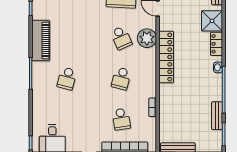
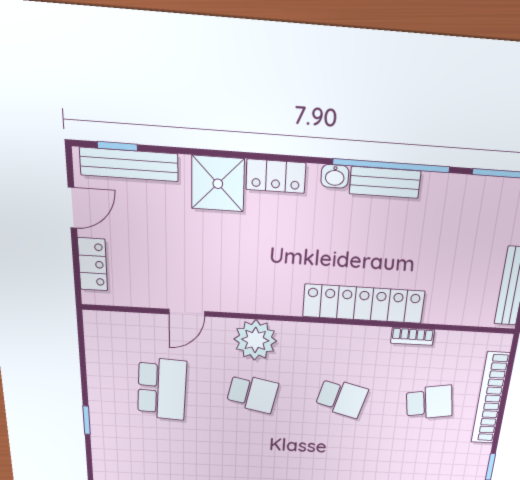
school desk: (121, 38) -> (253, 394), turned 36
locker: (166, 57) -> (364, 304), moved
bench: (217, 116) -> (385, 182), moved

